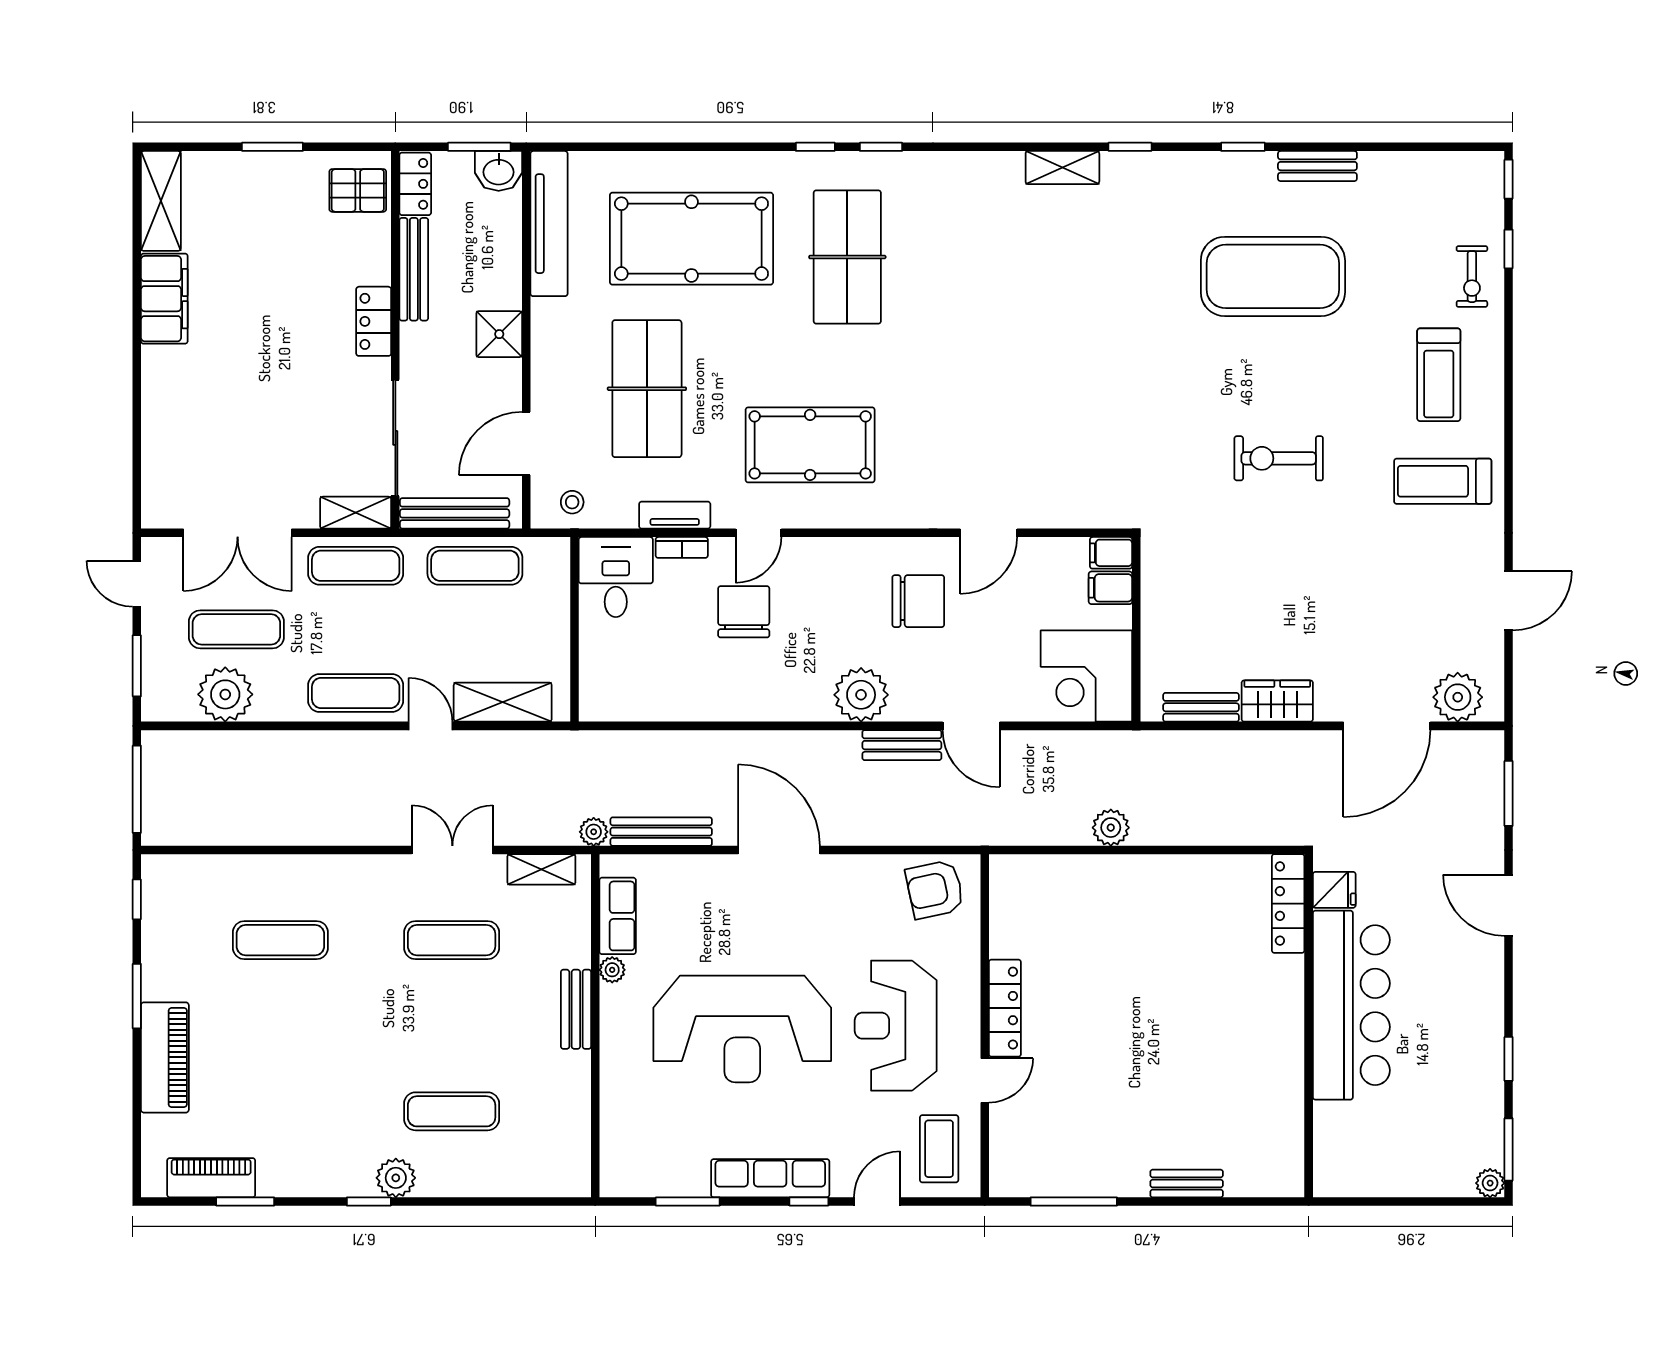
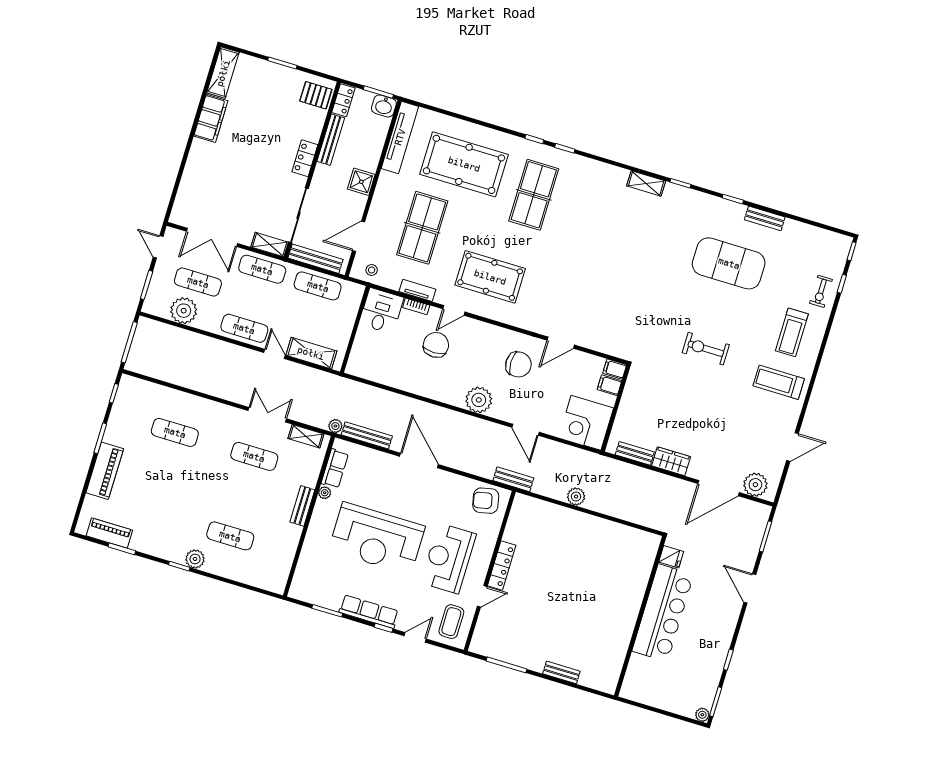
bench: (902, 745) -> (513, 479), moved
locker: (1288, 904) -> (648, 557), removed

